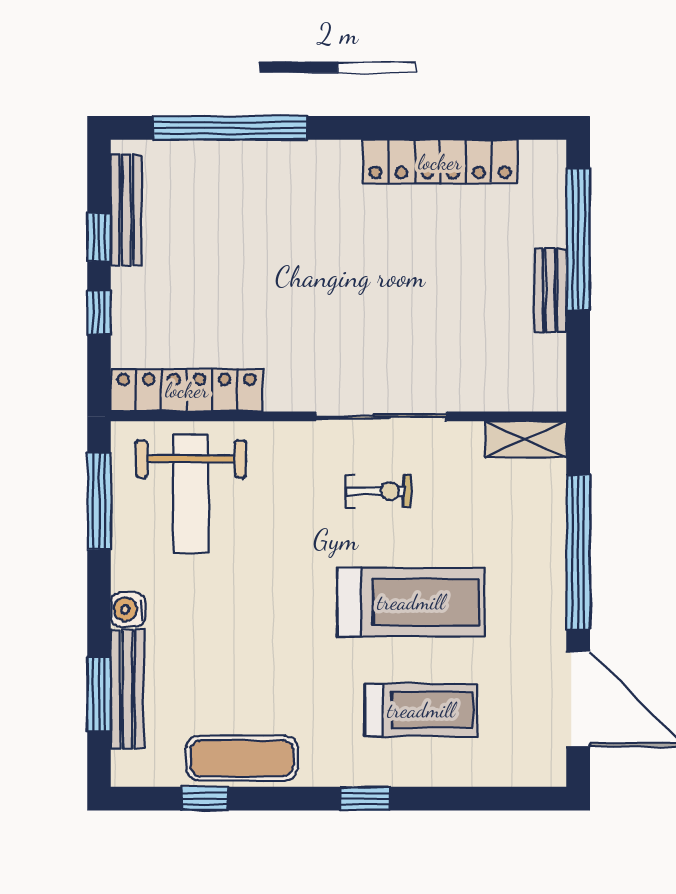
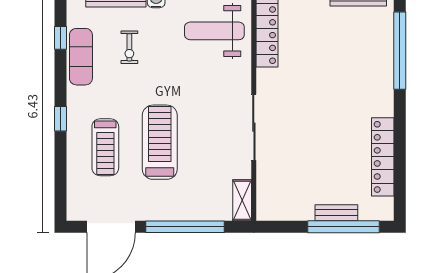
bench: (550, 290) -> (336, 213), moved
exercise bike: (378, 491) -> (129, 47), moved
treadmill: (411, 602) -> (160, 142), turned 180

